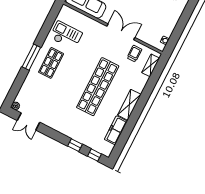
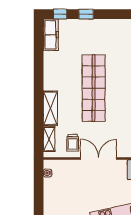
double door: (121, 32) -> (99, 158), swing flipped
shelving: (129, 105) -> (50, 108), moved
freezer: (116, 130) -> (51, 35), moved

